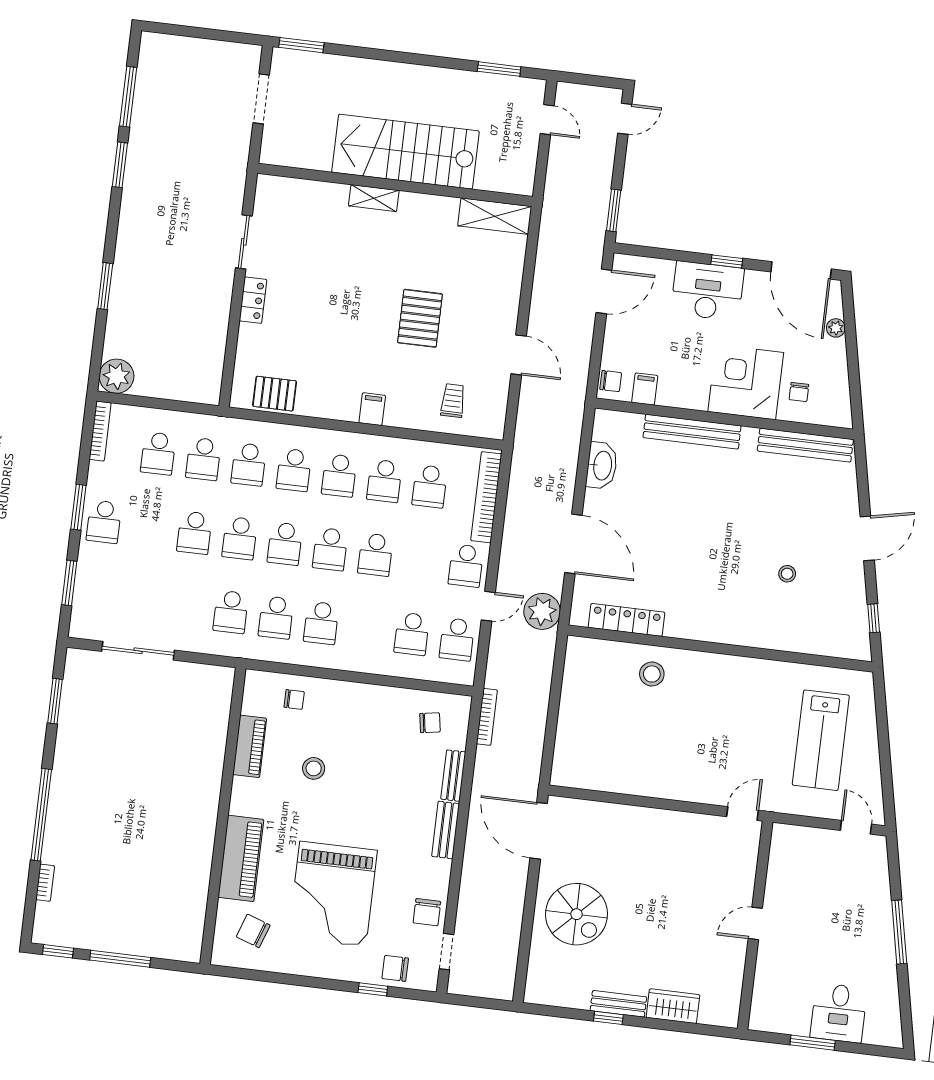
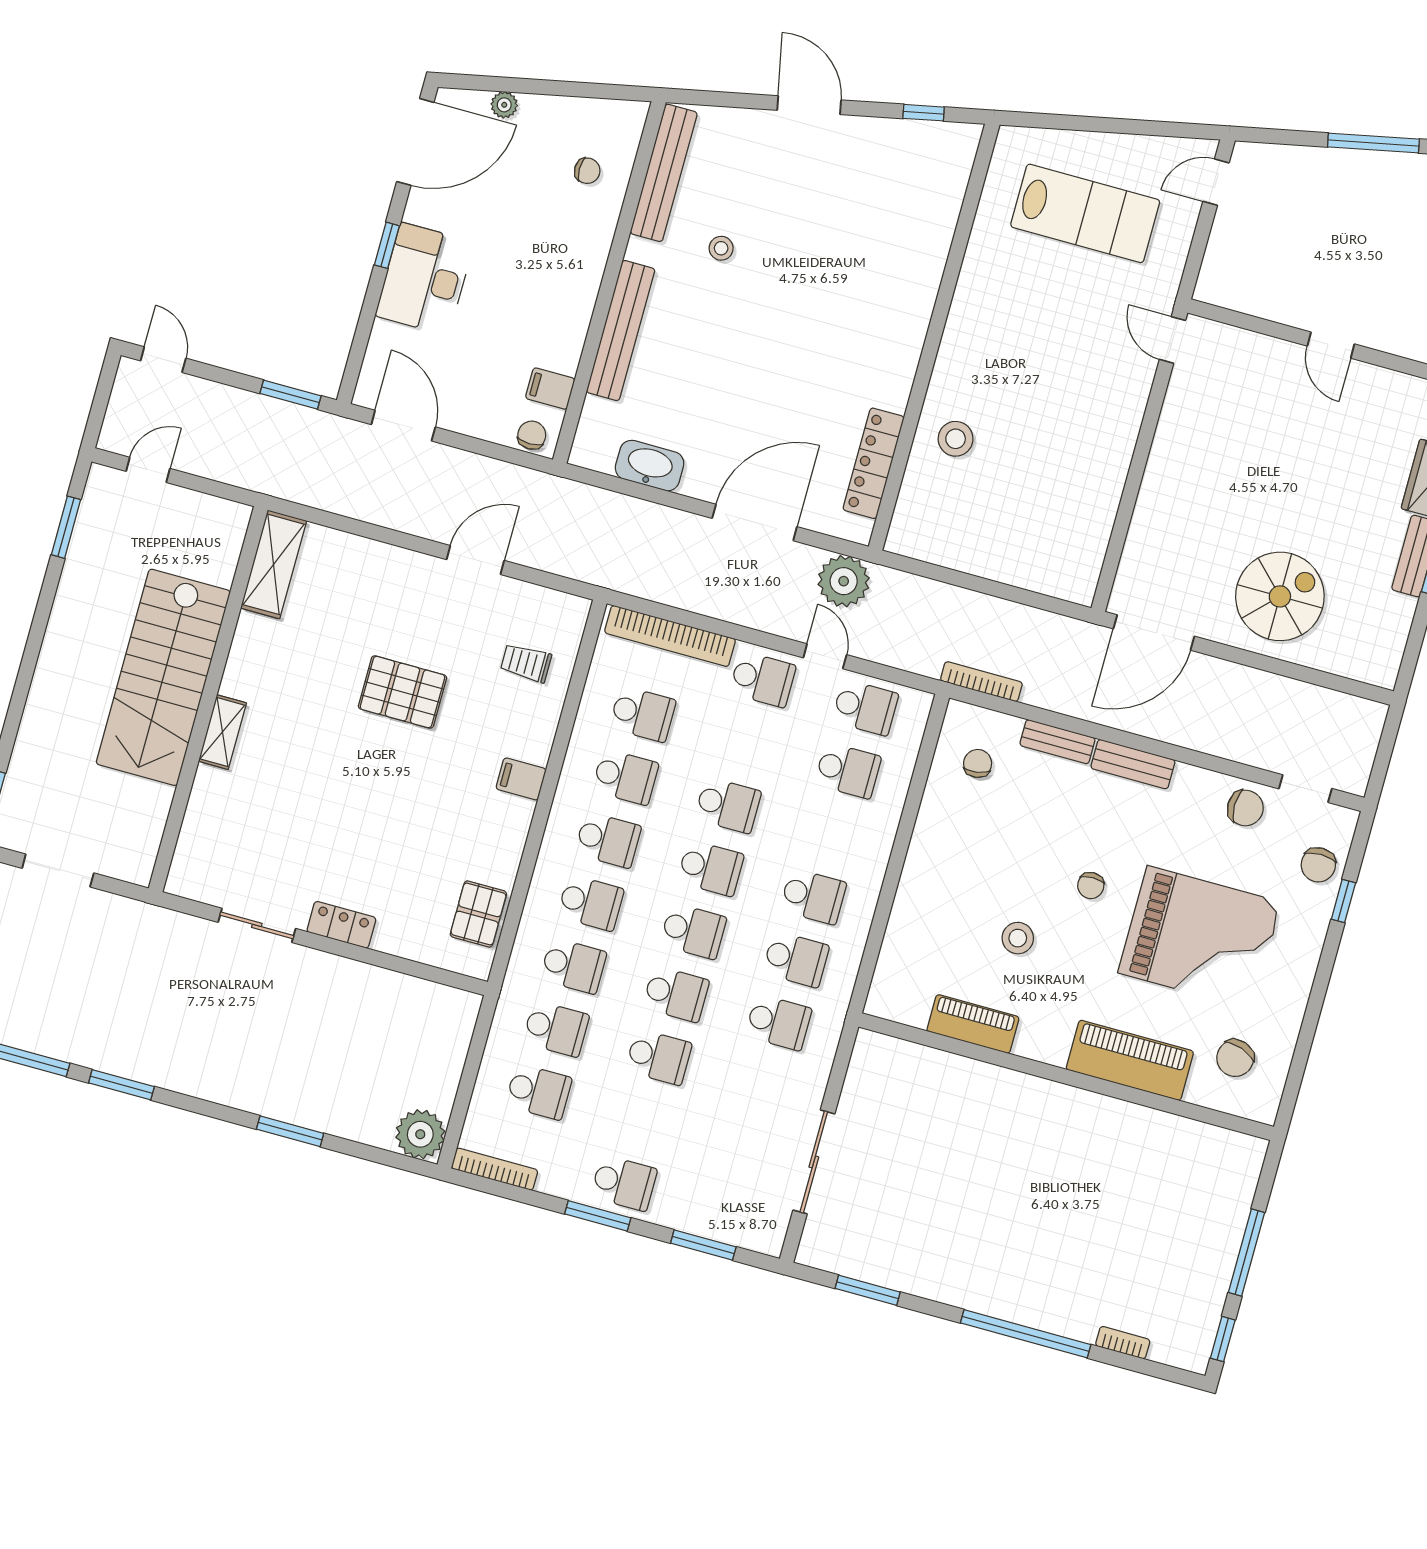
corner desk: (746, 382) -> (562, 244), removed
stool: (787, 574) -> (721, 248), moved
chair: (294, 699) -> (1091, 886), moved, turned 180

